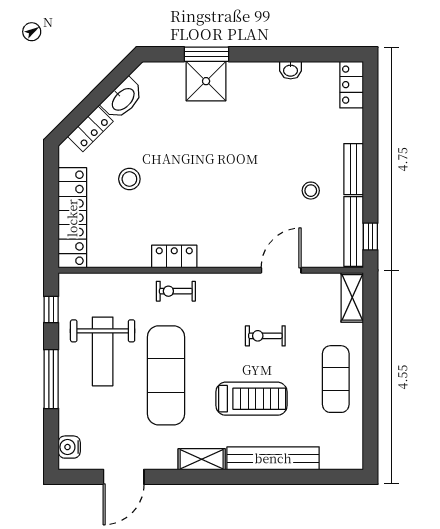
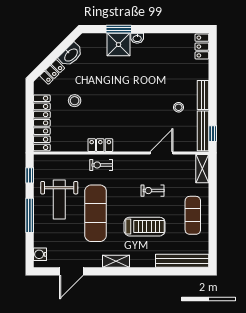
washbasin: (291, 70) -> (137, 38), moved
bench: (273, 458) -> (182, 261), moved

